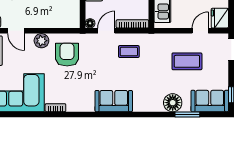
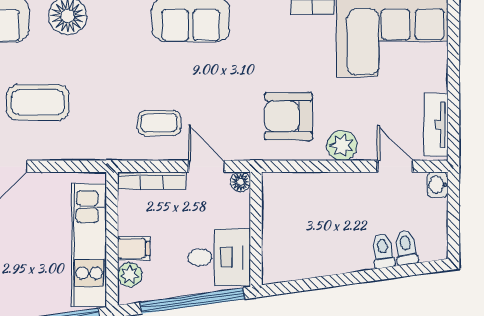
door: (106, 31) -> (206, 166), swing flipped
armchair: (67, 55) -> (289, 116), turned 90

